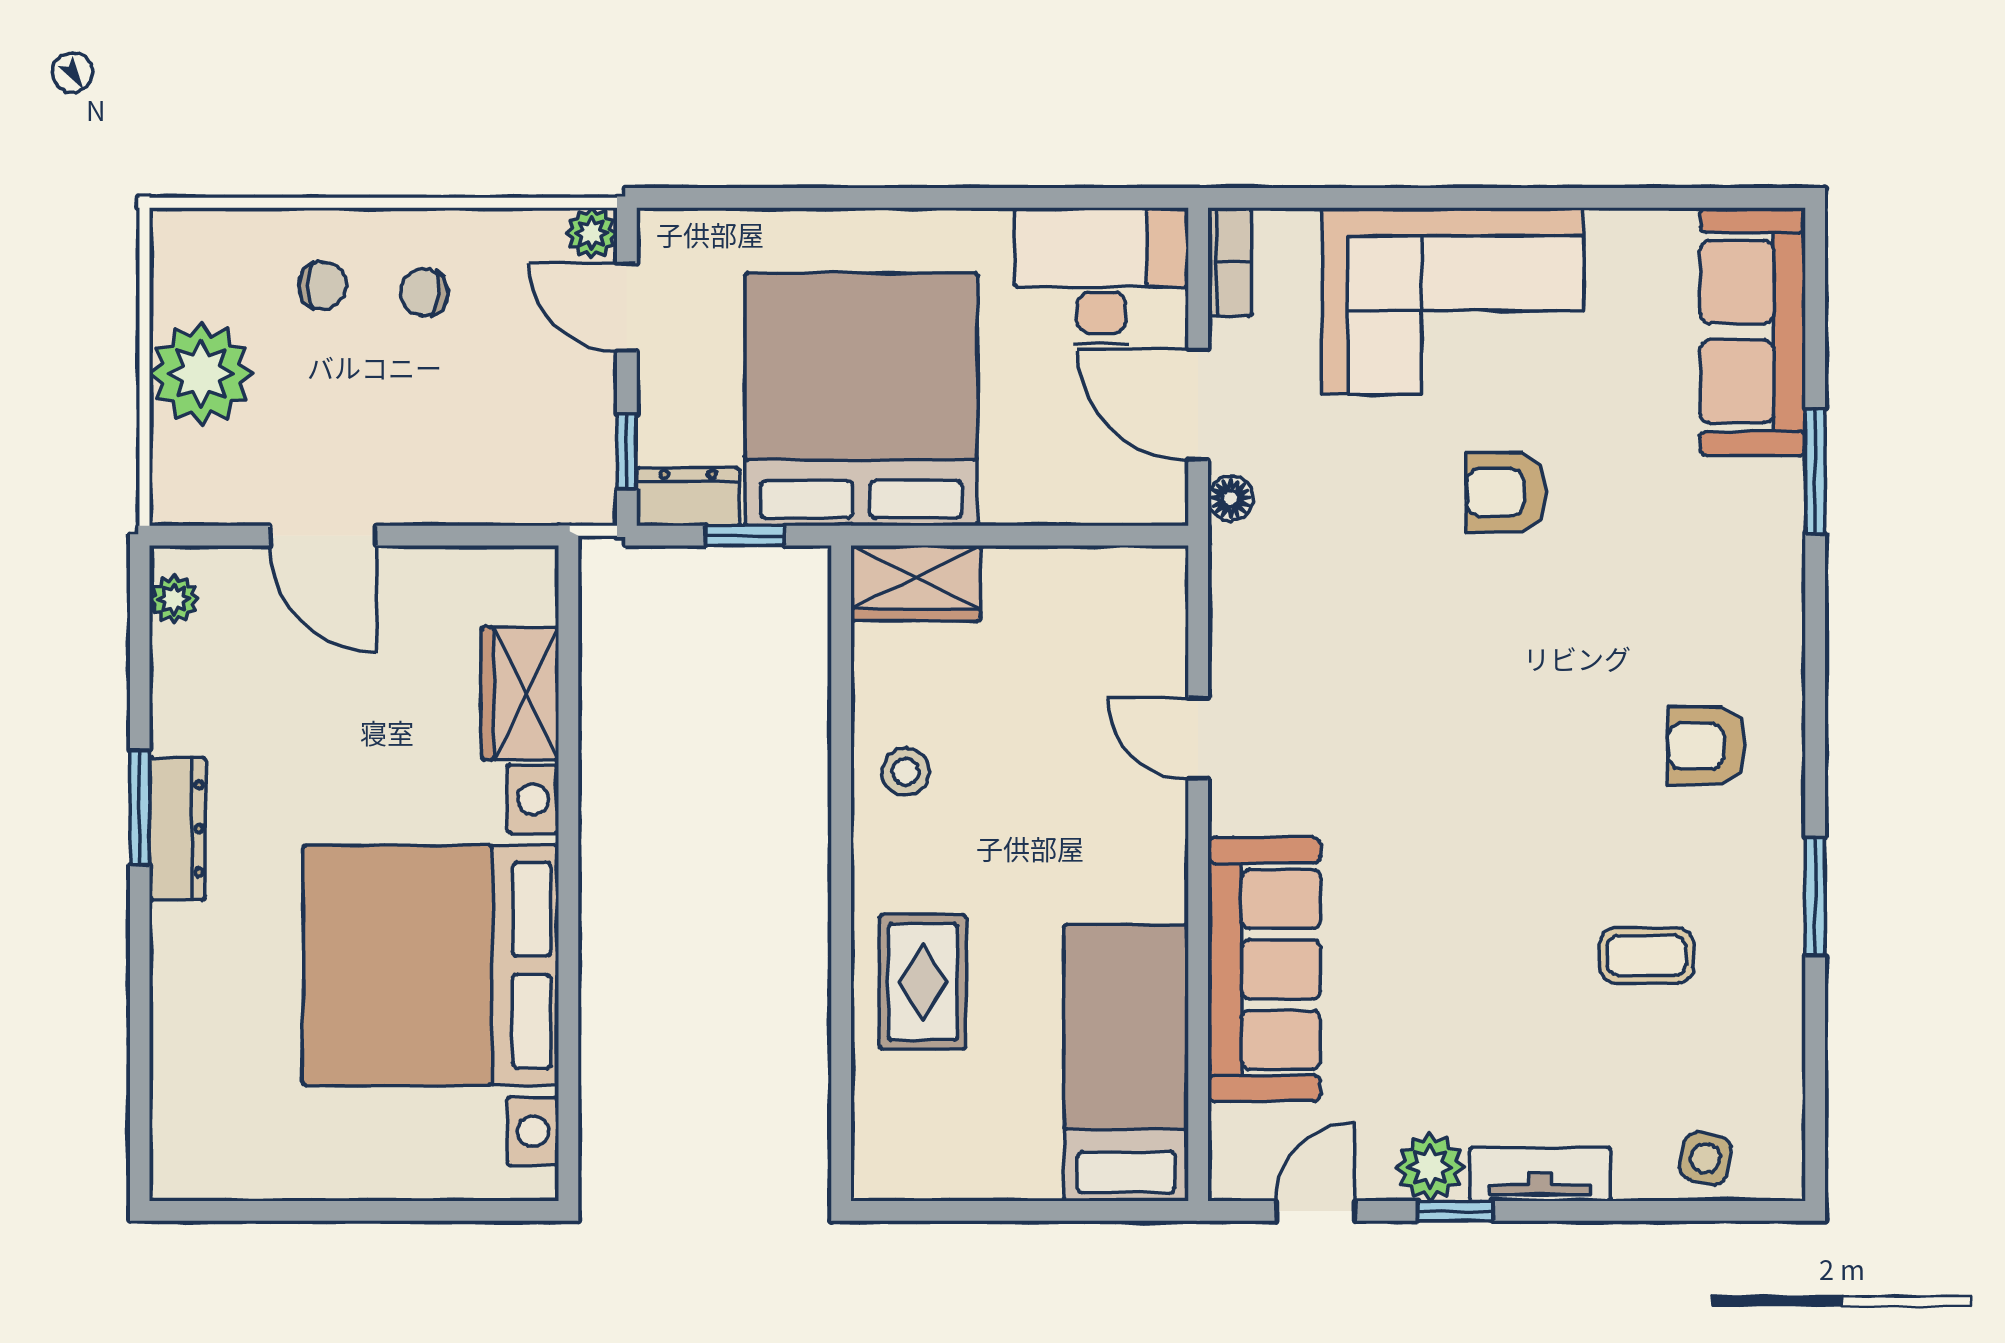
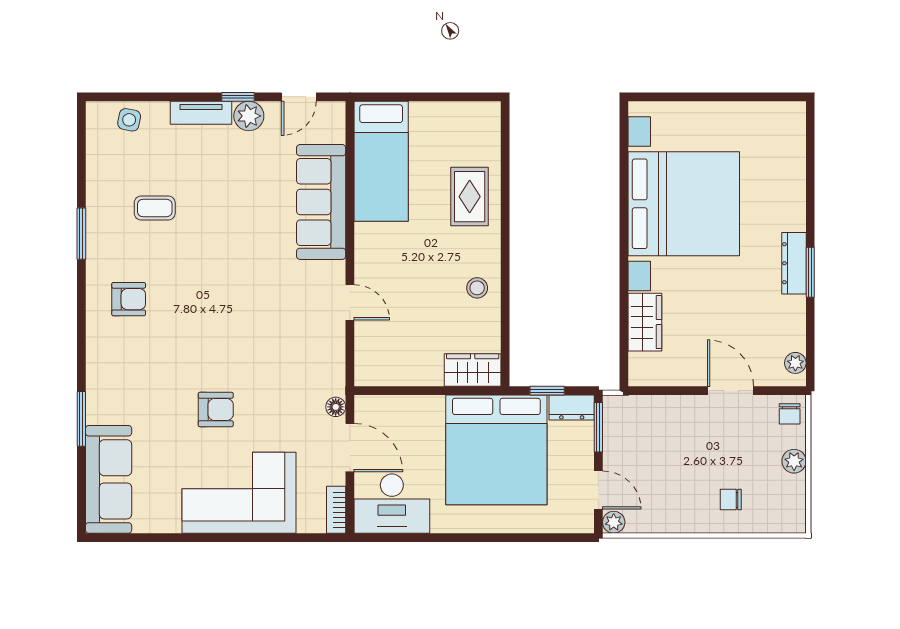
chair: (424, 292) -> (790, 414), moved, turned 85
plant: (201, 373) -> (794, 461), width x0.53, depth x0.53
window: (627, 452) -> (598, 427), width x1.50

